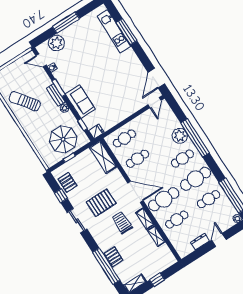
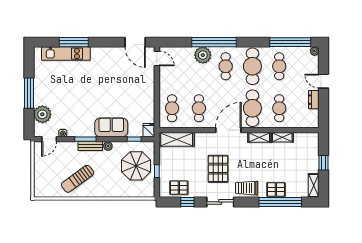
trolley: (122, 223) -> (247, 188), moved

